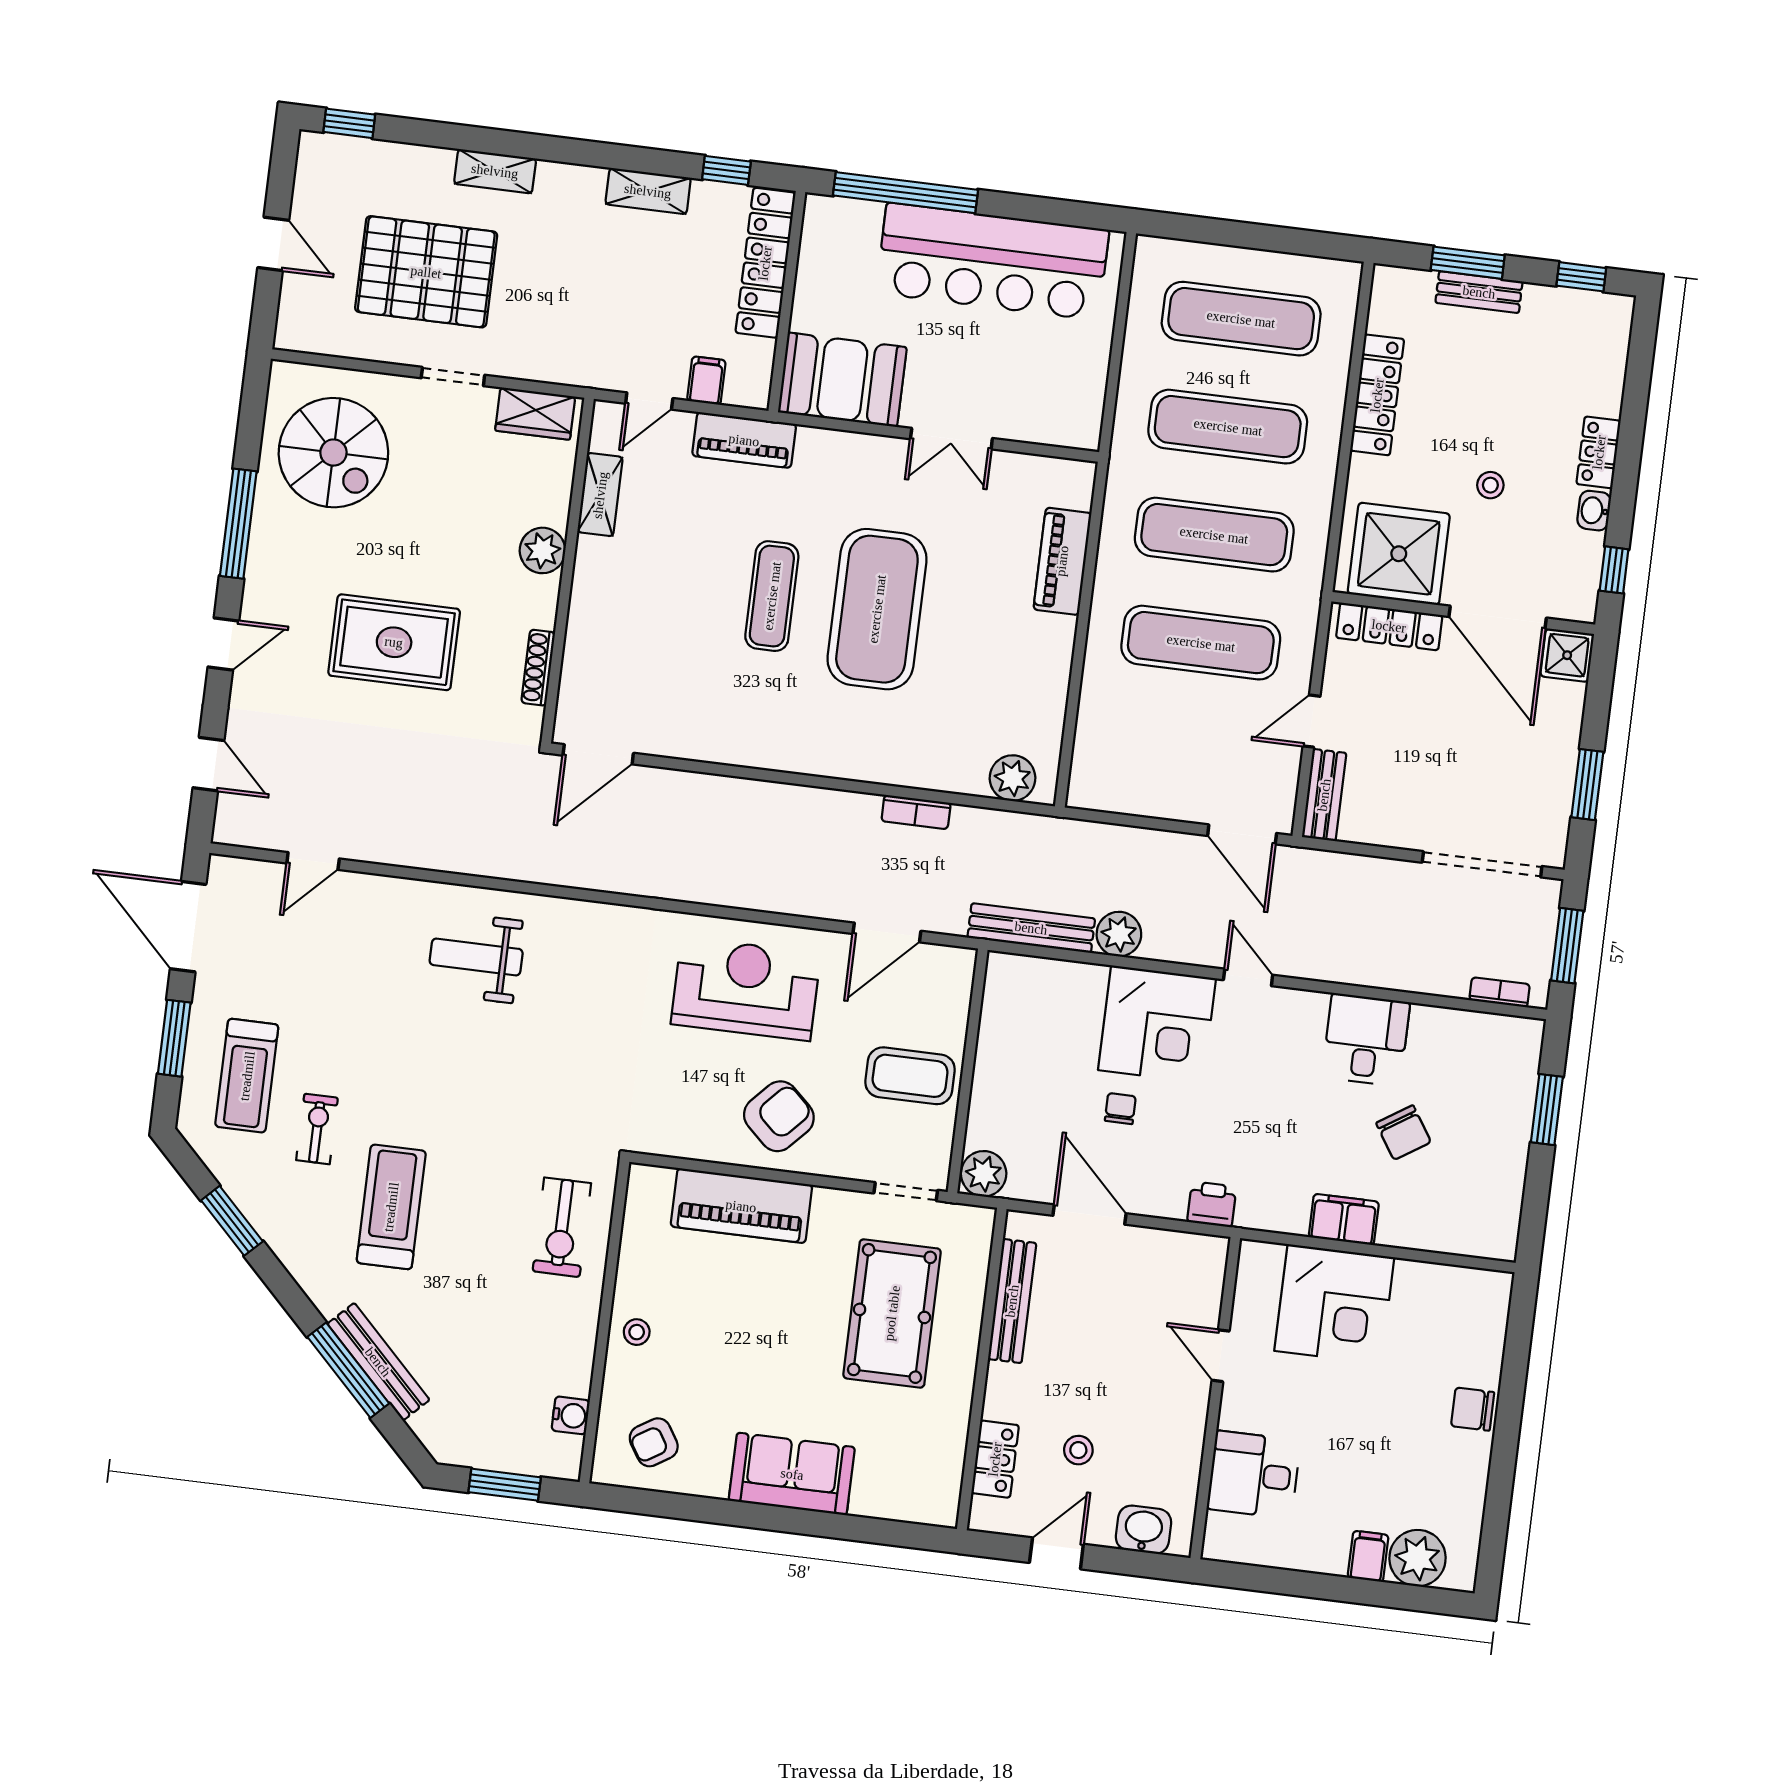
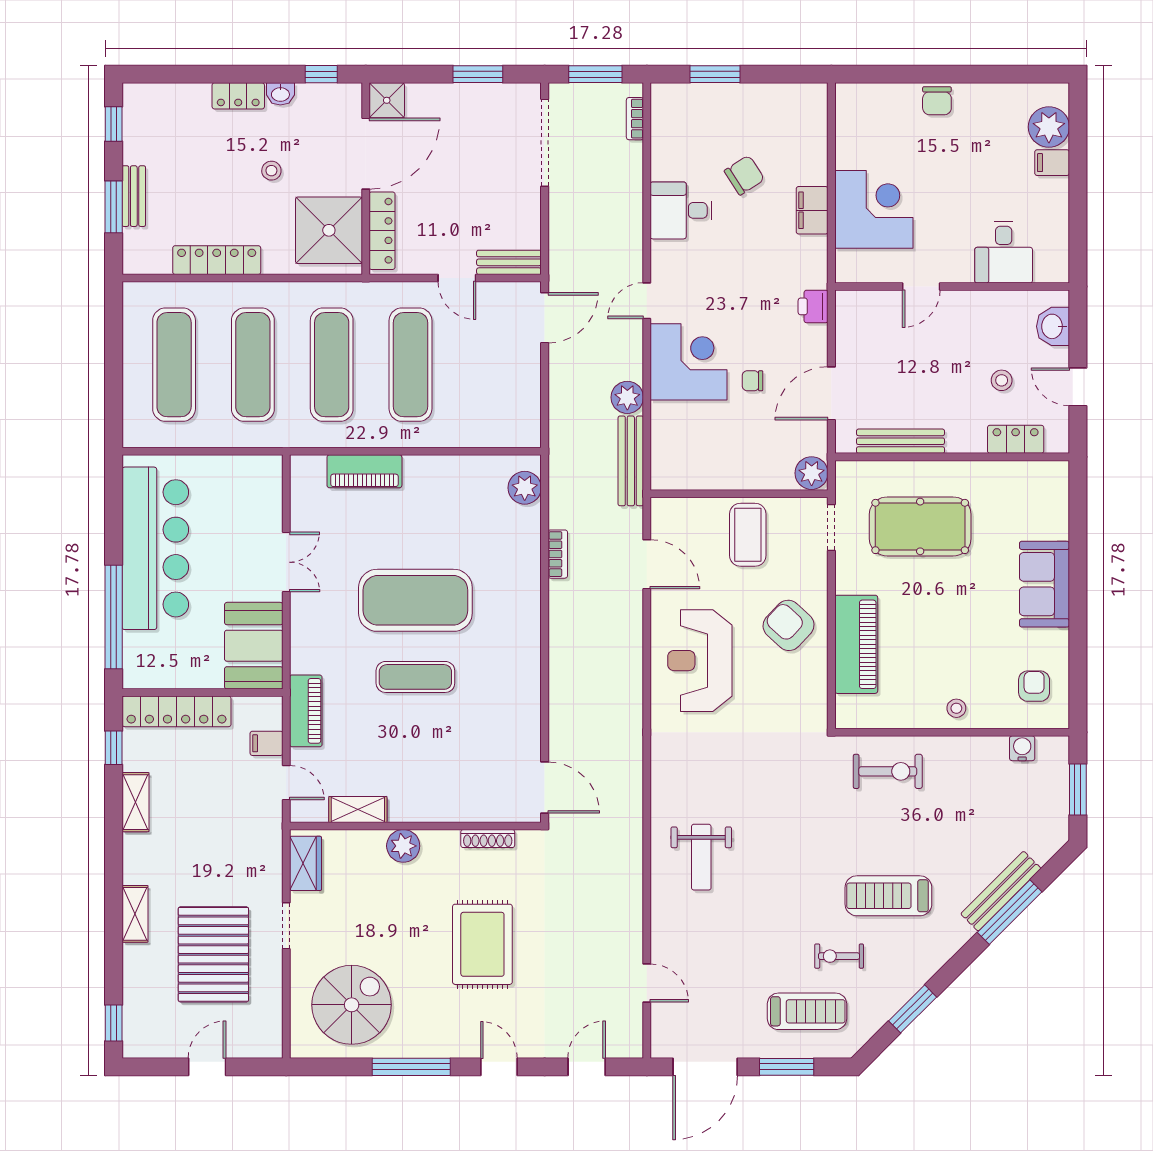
armchair: (654, 1442) -> (1034, 686), turned -148

